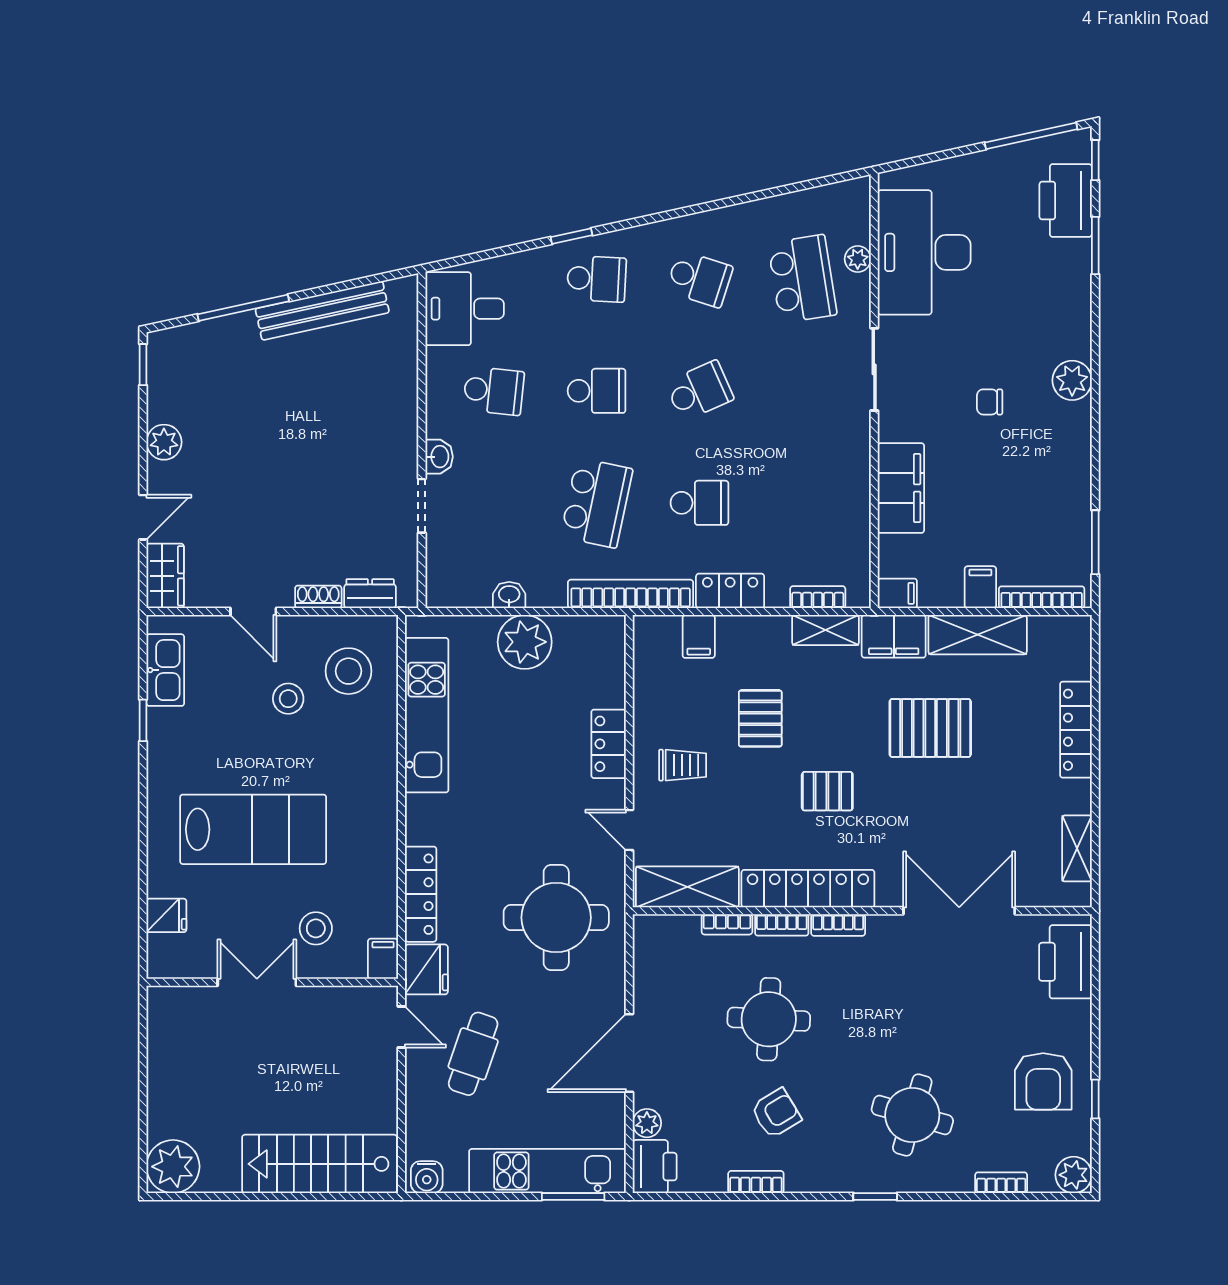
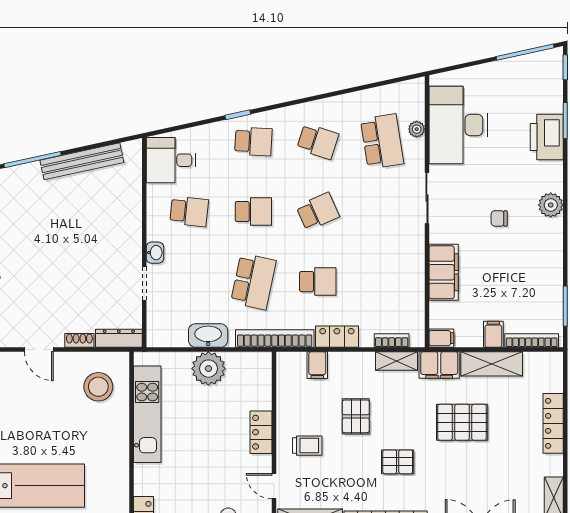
printer: (1066, 201) -> (547, 137), moved
dresser: (370, 594) -> (119, 338), width x1.44
washbasin: (509, 595) -> (208, 335), width x1.91, depth x1.45
stool: (288, 699) -> (61, 404), removed

